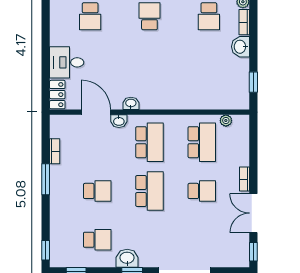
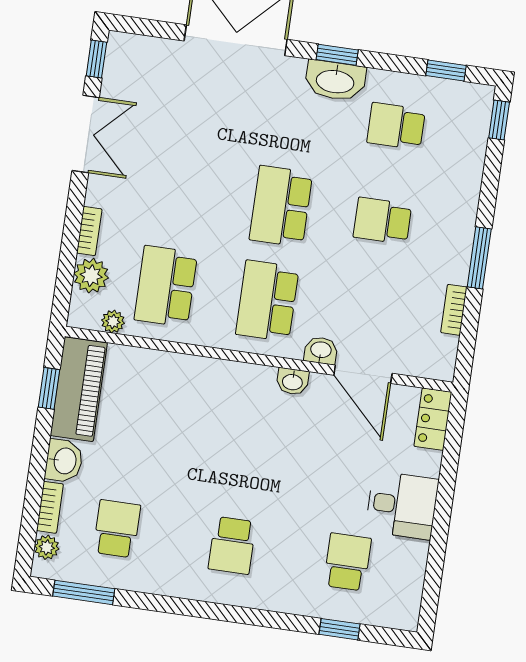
desk: (67, 62) -> (402, 505), moved
piano: (238, 84) -> (79, 389), added
plant: (240, 142) -> (91, 276), added
bookcase: (244, 179) -> (89, 231), moved
school desk: (202, 191) -> (179, 192), removed
washbasin: (127, 258) -> (335, 81), width x1.38

